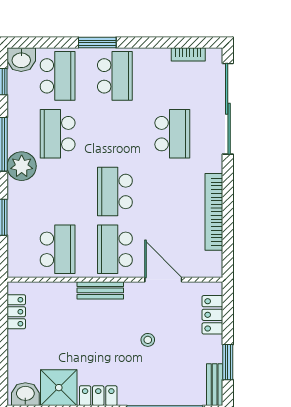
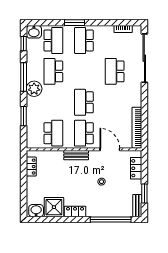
school desk: (115, 76) -> (84, 41), turned 180
school desk: (172, 134) -> (115, 71), turned 180
bookcase: (214, 212) -> (137, 128), moved

